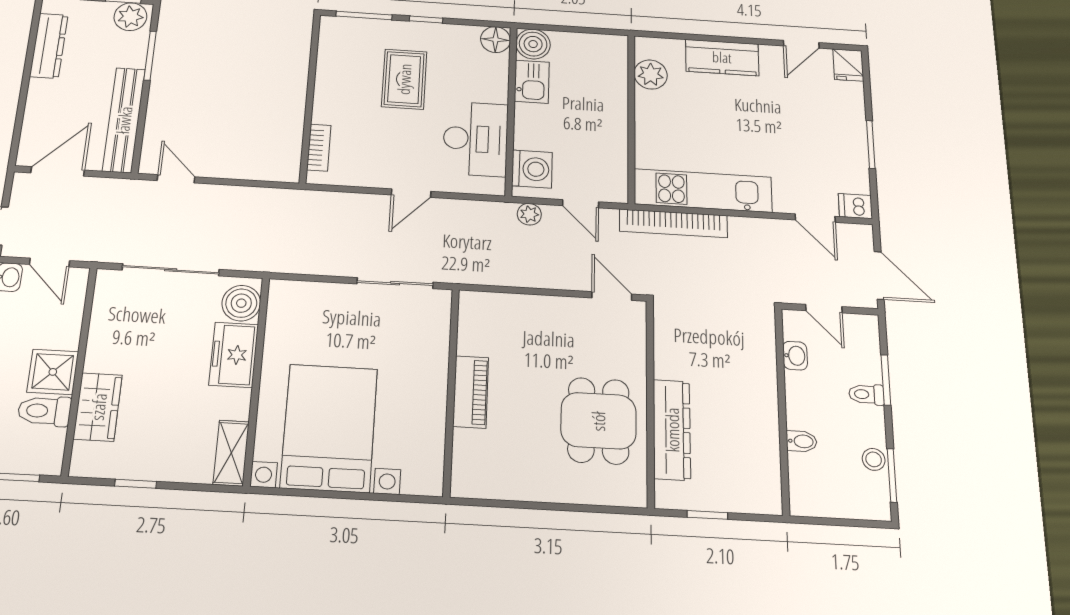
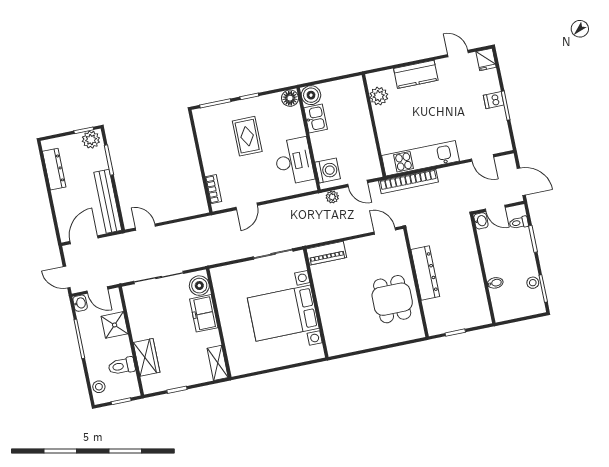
door: (801, 44) -> (458, 54), swing flipped
door: (411, 193) -> (247, 206), moved
dishwasher: (855, 206) -> (494, 100), moved
washbasin: (795, 356) -> (481, 221), moved
shower: (53, 372) -> (115, 325), moved
piano: (471, 392) -> (326, 253), moved, turned 90
toilet: (866, 394) -> (519, 223), moved
bed with nightstands: (329, 428) -> (283, 313), moved, turned -90
dresser: (672, 430) -> (425, 273), moved

